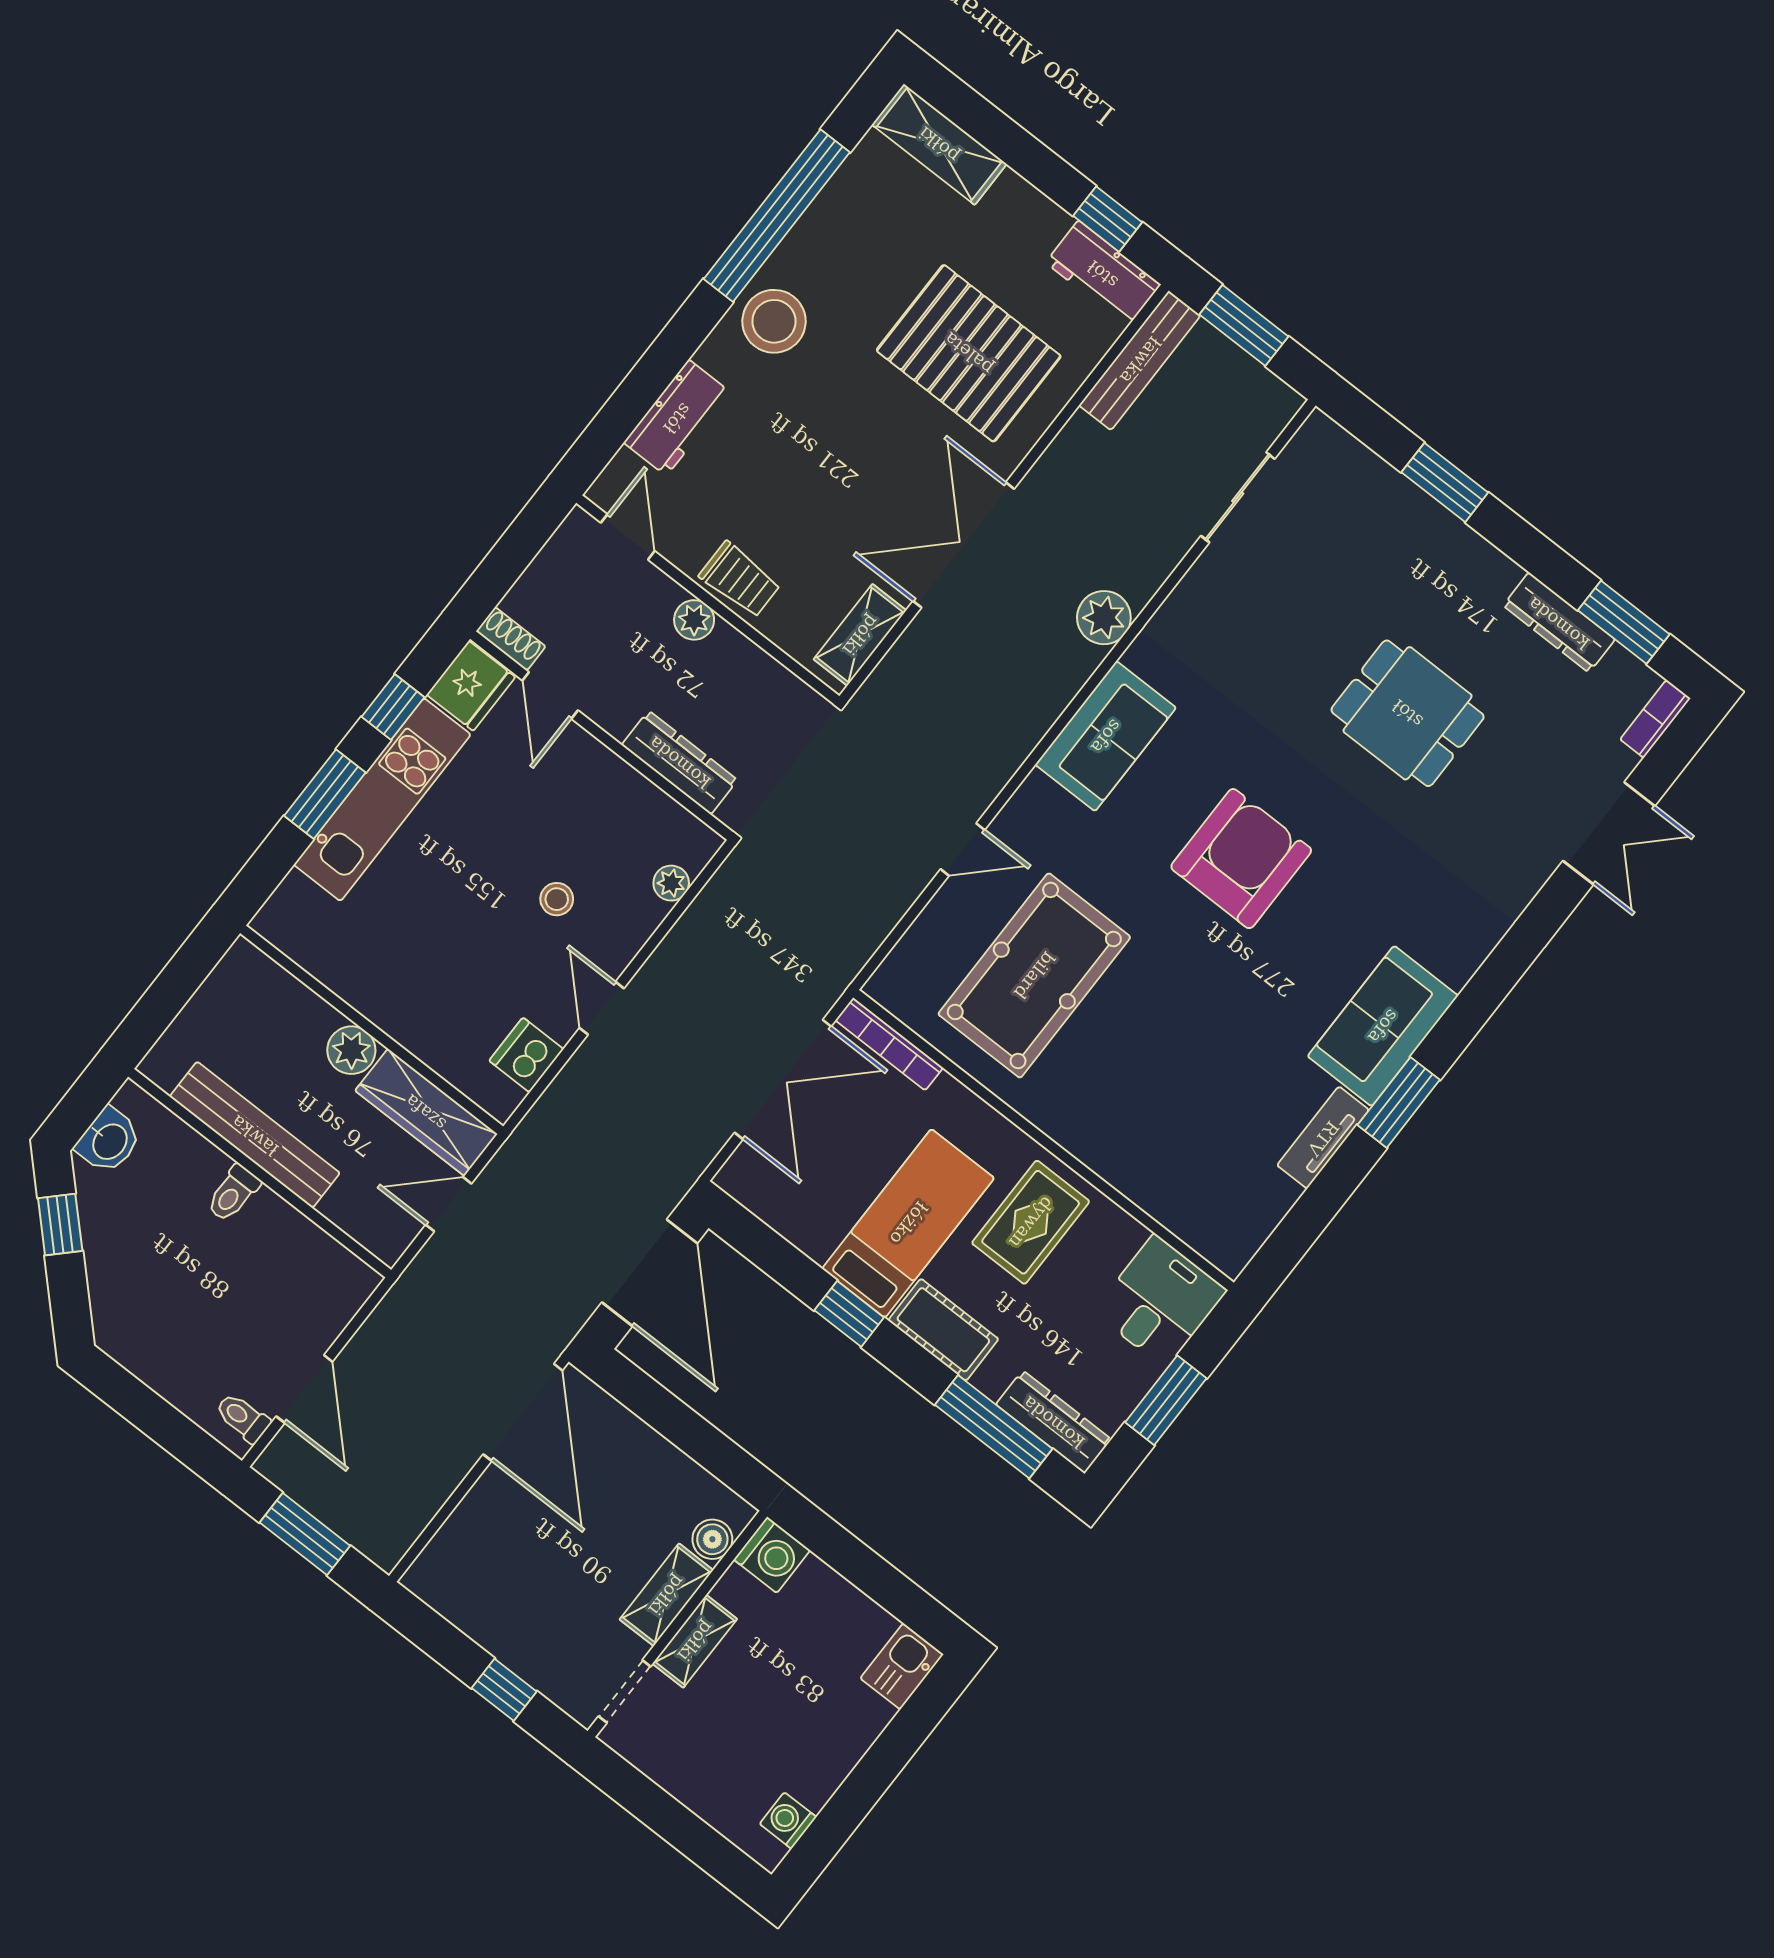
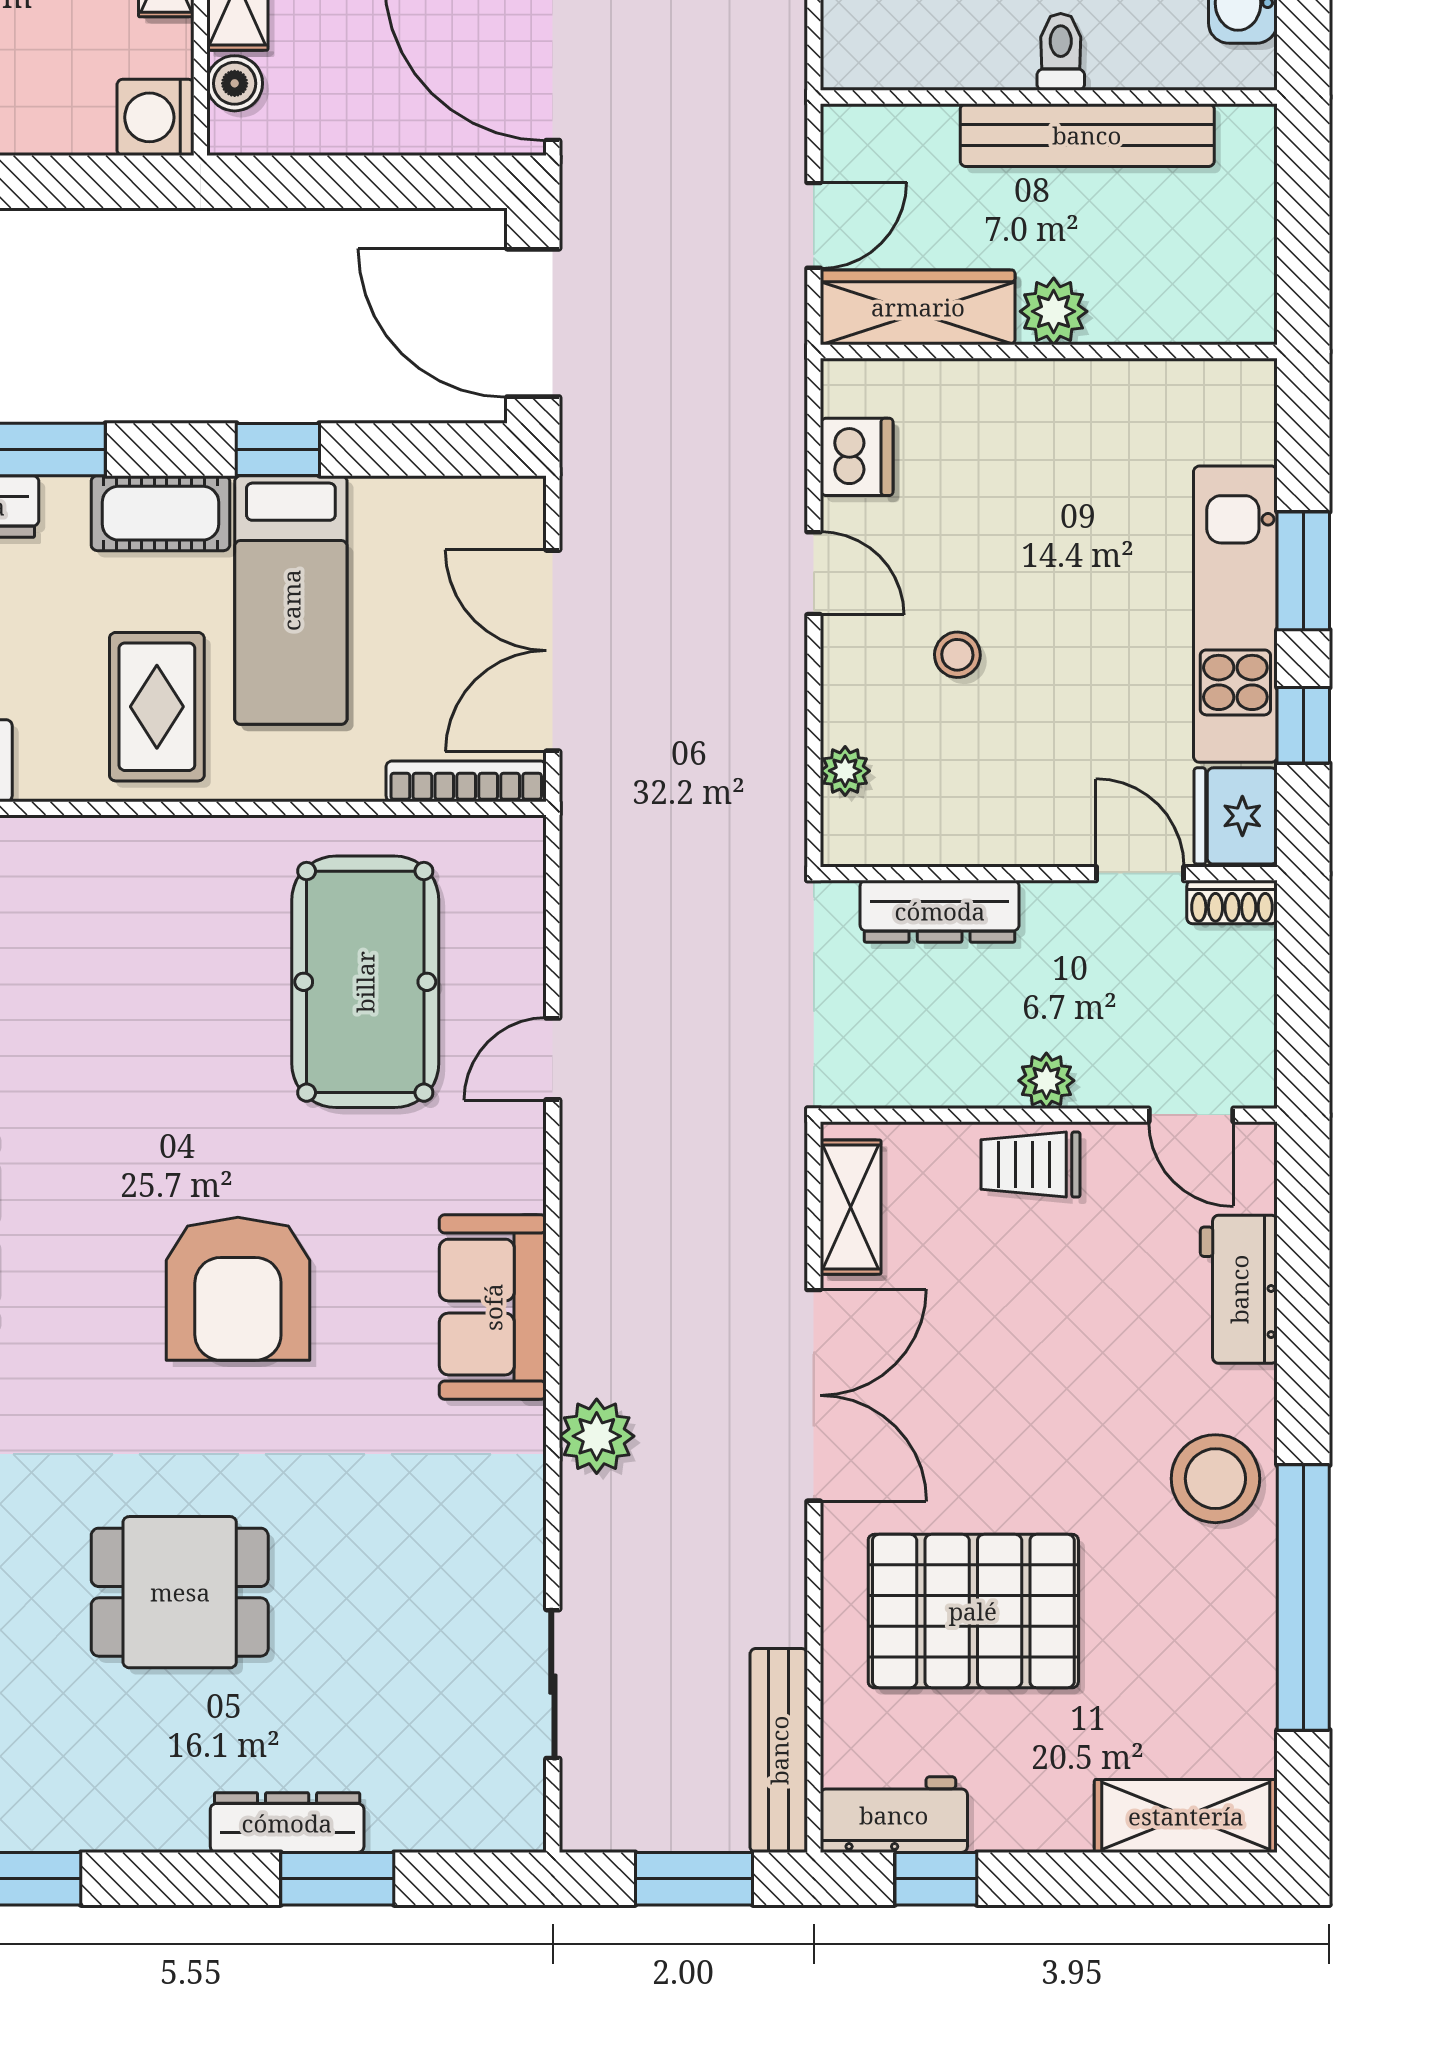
dresser: (1559, 623) -> (287, 1823), moved

